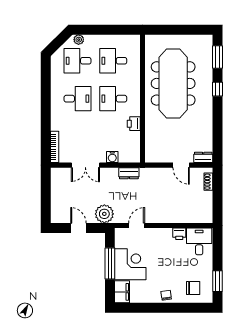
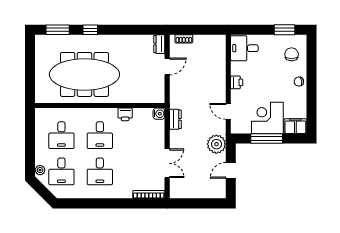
desk: (78, 99) -> (100, 171), turned 180
water cooler: (112, 157) -> (159, 114), moved
printer: (179, 234) -> (237, 82), moved

